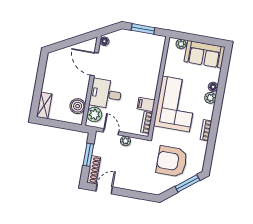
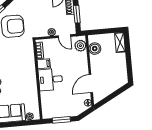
door: (94, 64) -> (91, 84), swing flipped
desk: (106, 94) -> (51, 79), moved, turned 180
corner sofa: (176, 104) -> (21, 70), removed

